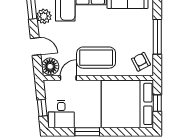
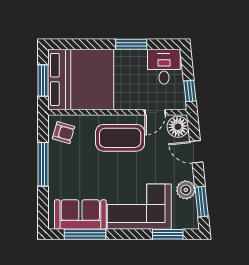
armchair: (141, 62) -> (64, 133), turned -46
window: (157, 103) -> (43, 81), width x1.50
window: (42, 108) -> (190, 91), moved

